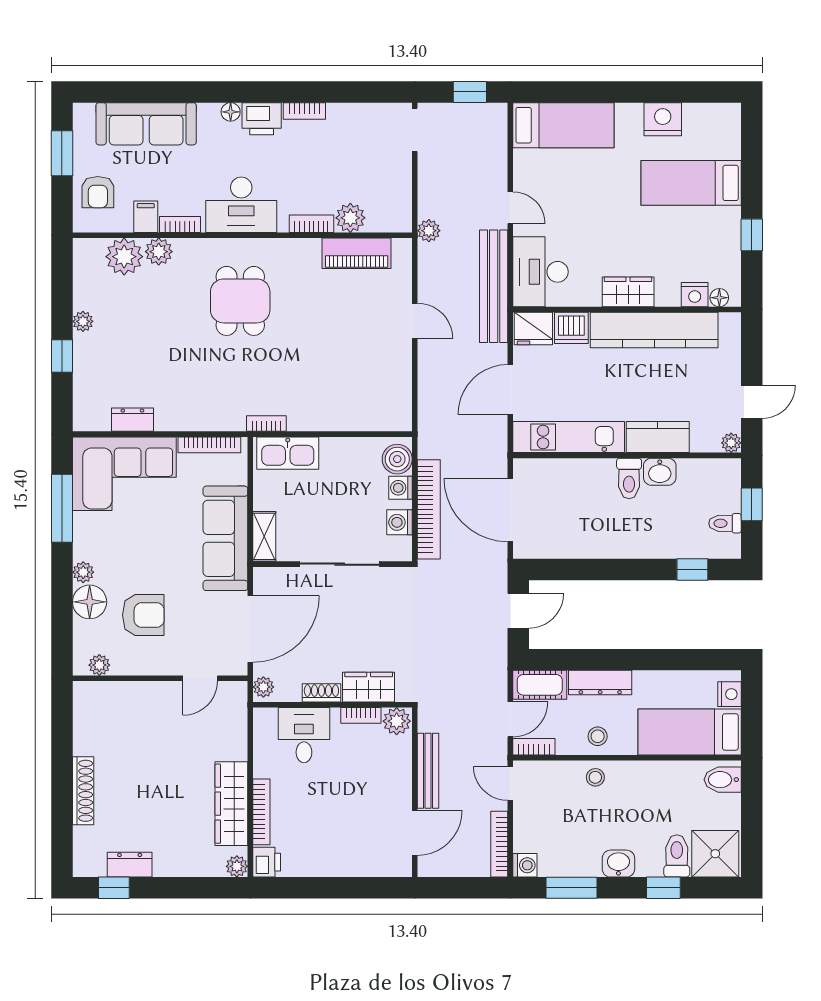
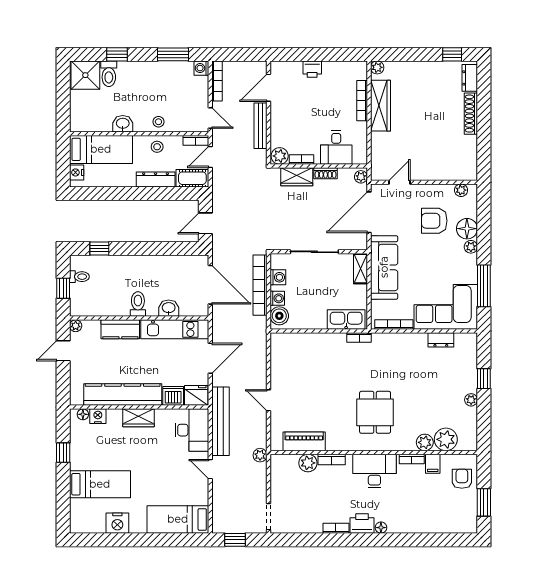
sofa: (146, 124) -> (432, 520), removed
washbasin: (660, 472) -> (169, 308), moved
bidet: (723, 780) -> (81, 120), removed
printer: (267, 862) -> (312, 69), moved, turned -90
washbasin: (618, 864) -> (123, 124), moved, turned 180
dresser: (130, 865) -> (470, 78), moved, turned 90

